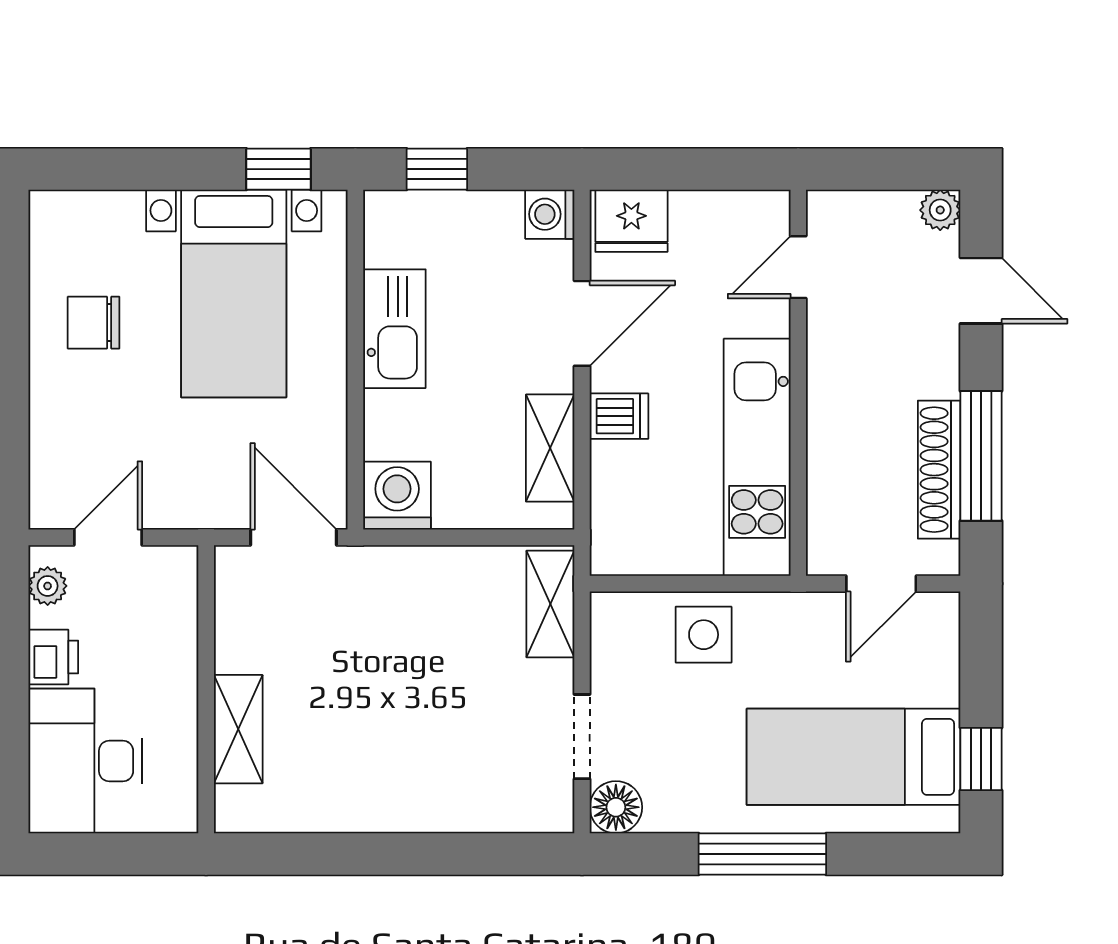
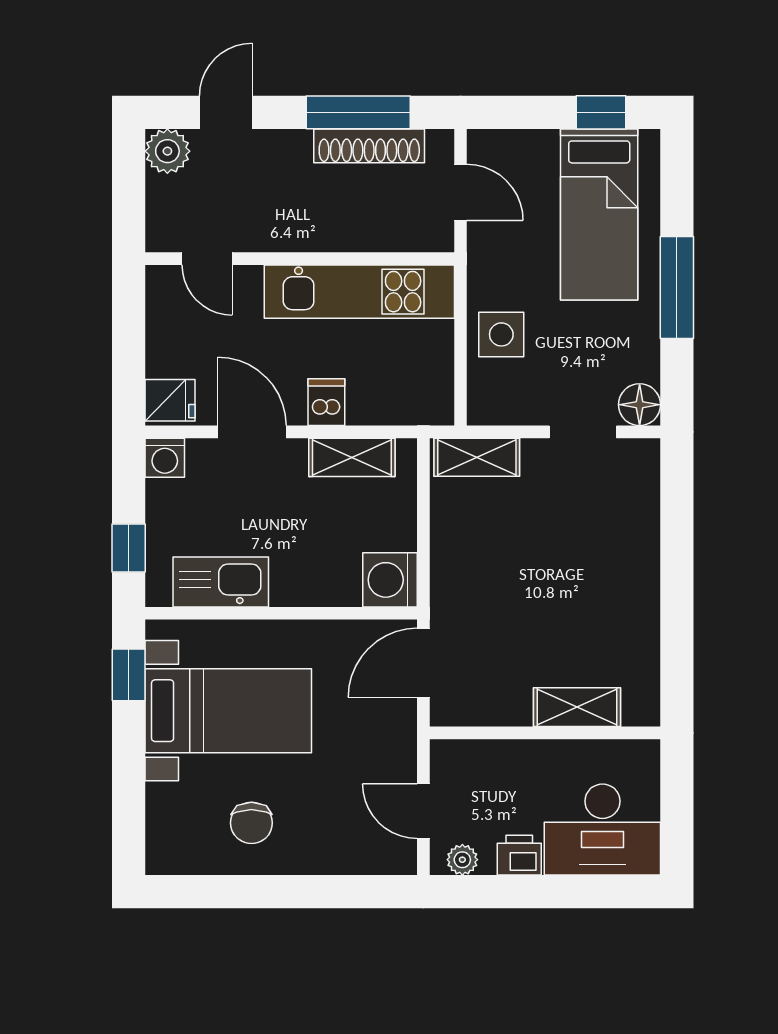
plant: (940, 210) -> (167, 151), width x1.38, depth x1.38
fridge: (631, 221) -> (170, 400), width x0.72
kitchen sink: (394, 329) -> (221, 582), moved

